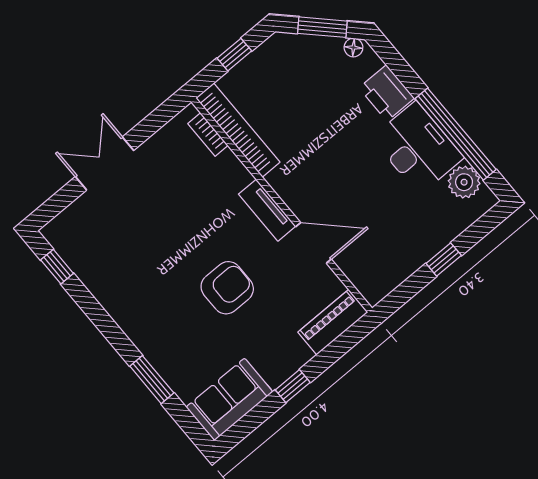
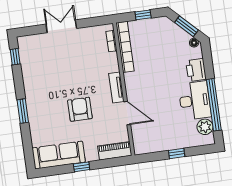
armchair: (227, 288) -> (80, 109), turned -90
window: (152, 380) -> (23, 111), moved
sofa: (229, 399) -> (59, 155), width x1.36

